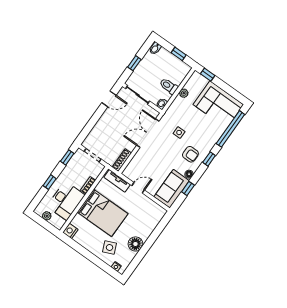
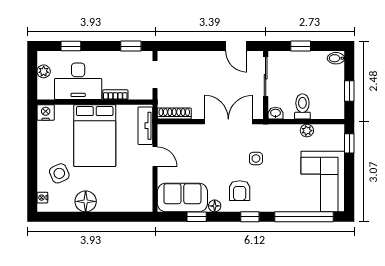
window: (50, 182) -> (71, 46), moved

